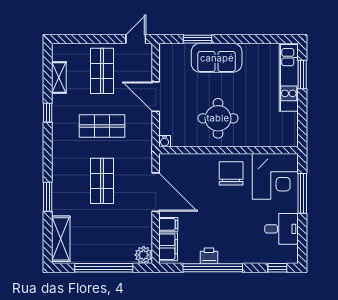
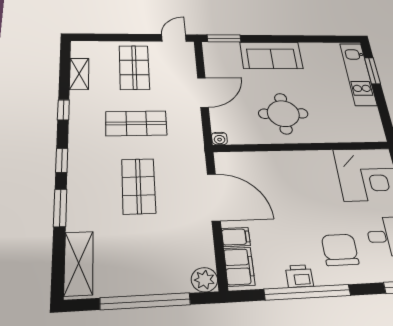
window: (198, 39) -> (224, 38), moved
door: (156, 97) -> (203, 92), swing flipped
window: (48, 158) -> (62, 160), added
chair: (231, 173) -> (340, 250), moved

